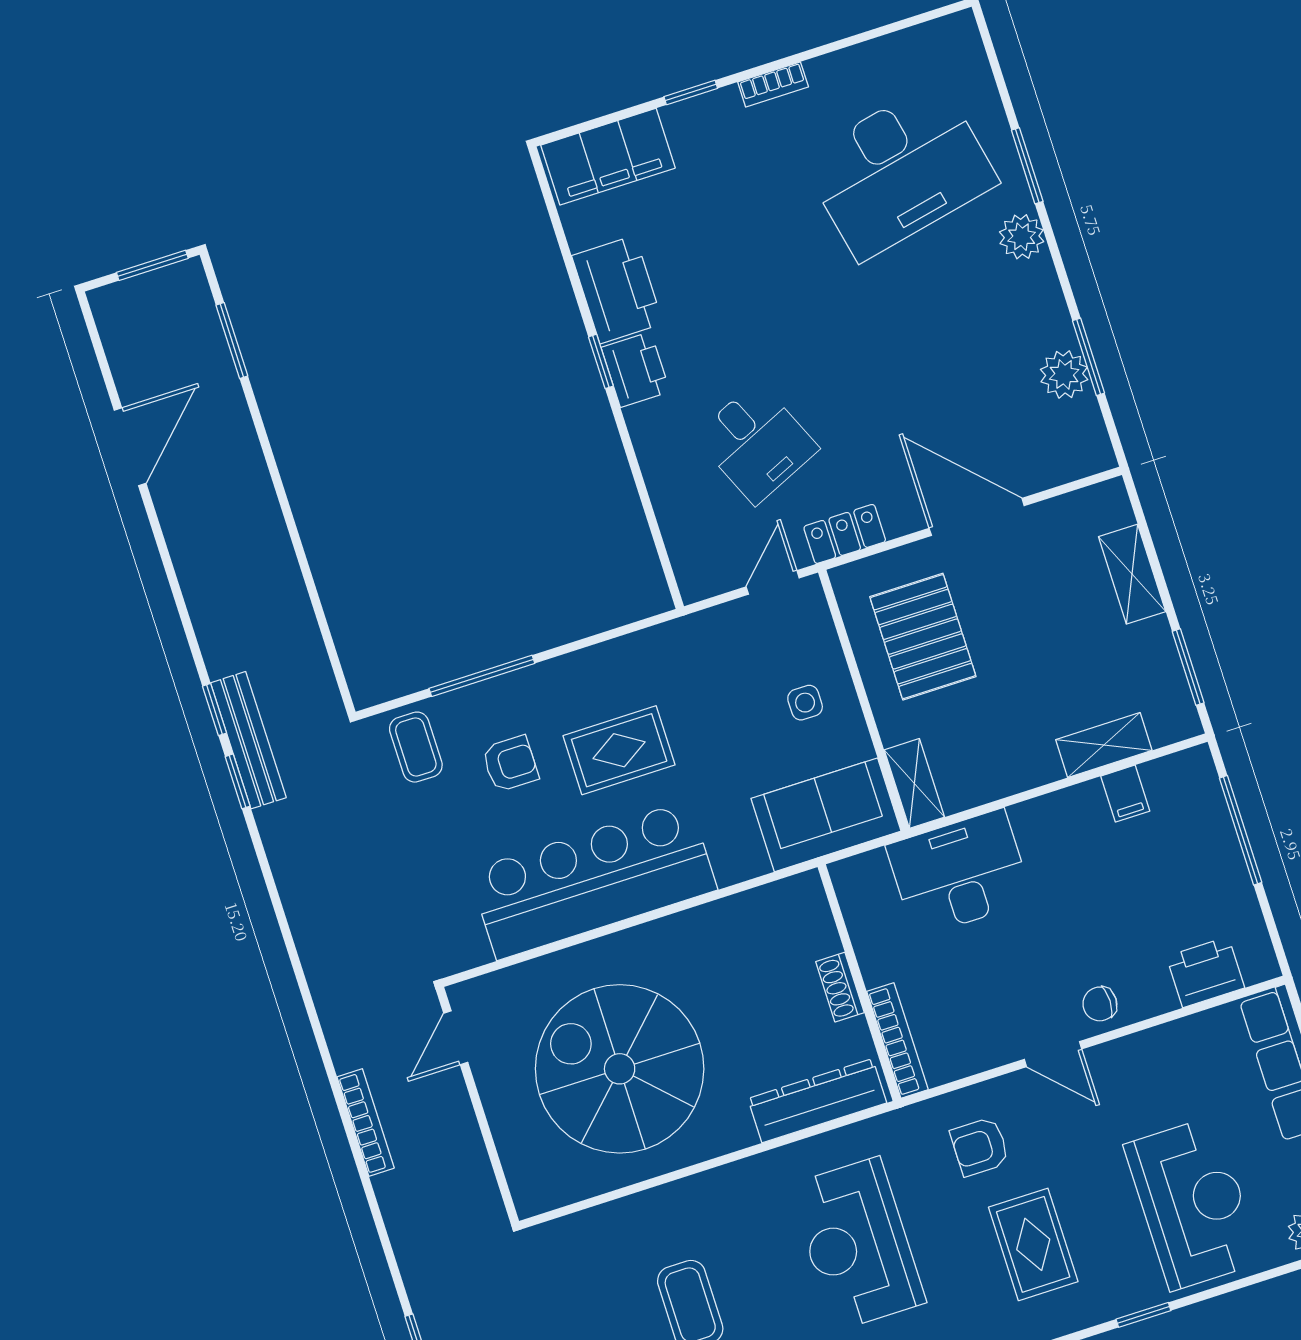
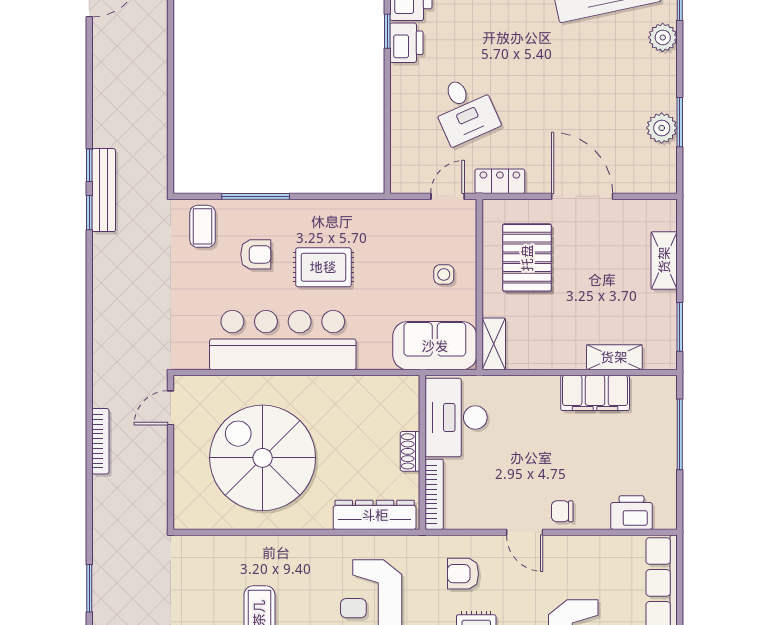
filing cabinet: (1125, 794) -> (595, 393), width x3.00, depth x1.17
desk: (959, 873) -> (456, 417), moved, turned -90

